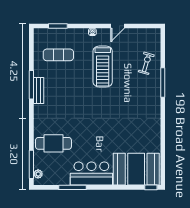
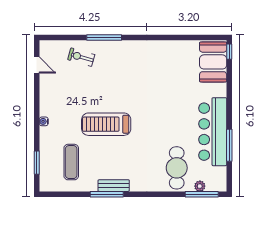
door: (118, 26) -> (37, 65), moved
treadmill: (103, 67) -> (106, 124), moved, turned 180
booth: (136, 169) -> (213, 62), width x0.73, depth x0.70
plant: (38, 174) -> (200, 186), moved
bar counter: (91, 174) -> (213, 132), width x1.36

